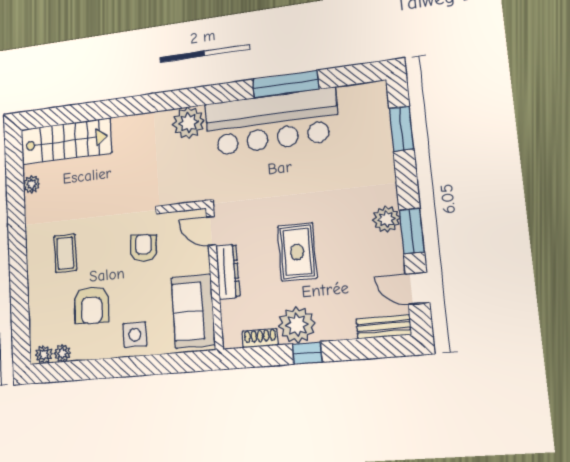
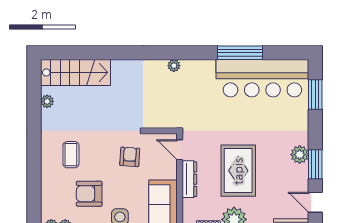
bar counter: (271, 122) -> (262, 78), moved
plant: (188, 123) -> (174, 66), width x0.53, depth x0.53
rug: (297, 252) -> (238, 171), width x1.36, depth x1.43
armchair: (92, 305) -> (89, 194), turned 88

